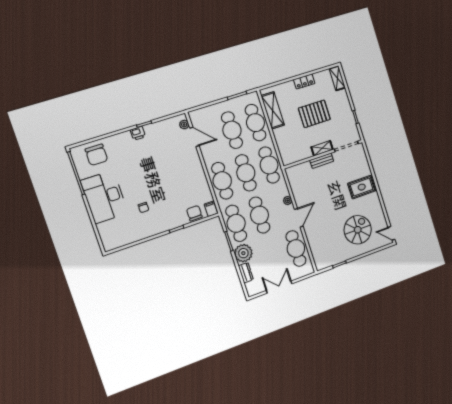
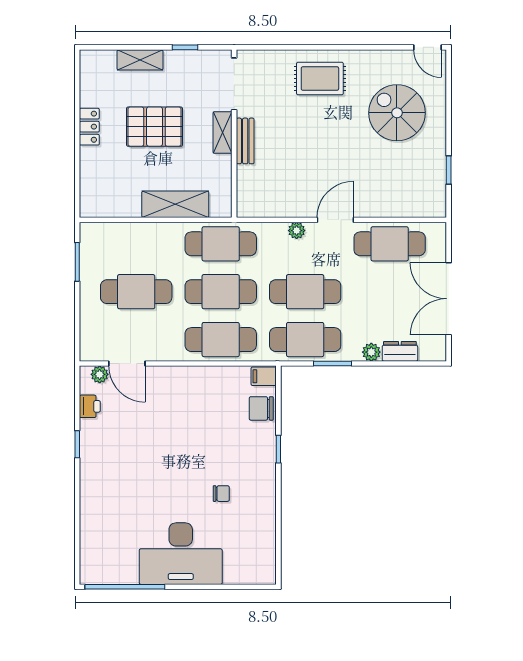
shelving: (337, 78) -> (140, 60), moved
shelving: (273, 110) -> (175, 204), moved
pallet: (314, 114) -> (154, 127), turned 90
cafe table: (255, 123) -> (136, 244), removed
printer: (138, 133) -> (90, 406), moved
door: (194, 137) -> (127, 364), swing flipped
chair: (96, 155) -> (104, 543), removed
rug: (362, 187) -> (320, 79), turned 90
door: (299, 218) -> (335, 220), hinge flipped
door: (391, 233) -> (428, 47), hinge flipped
plant: (243, 253) -> (371, 352), width x0.53, depth x0.53
double door: (279, 287) -> (449, 299), width x1.37

